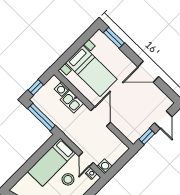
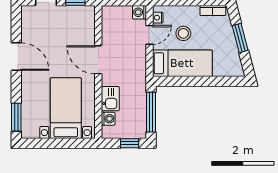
door: (101, 116) -> (98, 60), hinge flipped

